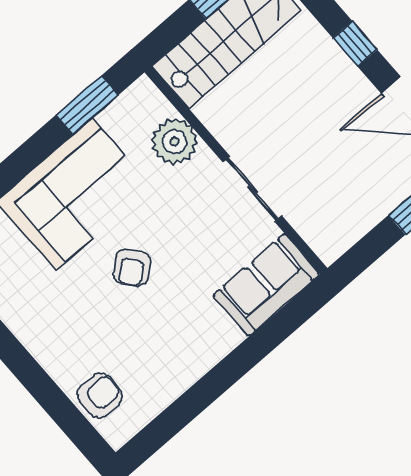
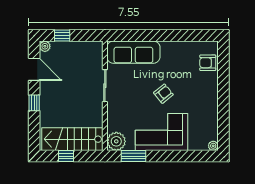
plant: (174, 142) -> (116, 141), moved
sofa: (266, 285) -> (133, 52), width x1.36

